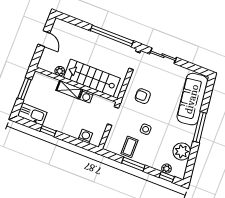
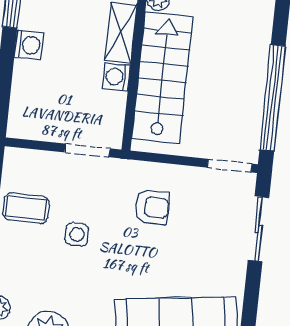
armchair: (143, 96) -> (152, 207), turned 90
washing machine: (85, 136) -> (29, 45), moved

